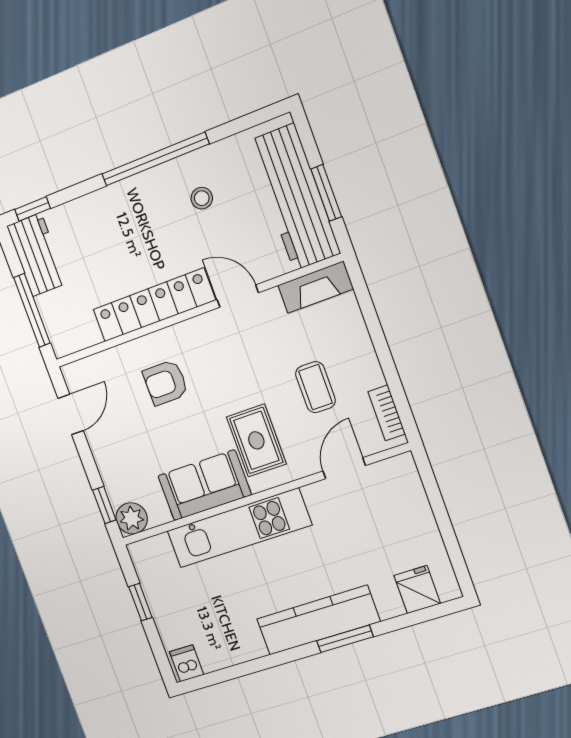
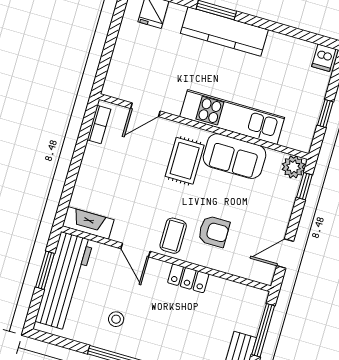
locker: (154, 305) -> (188, 278), width x0.46, depth x0.83
coffee table: (315, 387) -> (173, 236), moved

